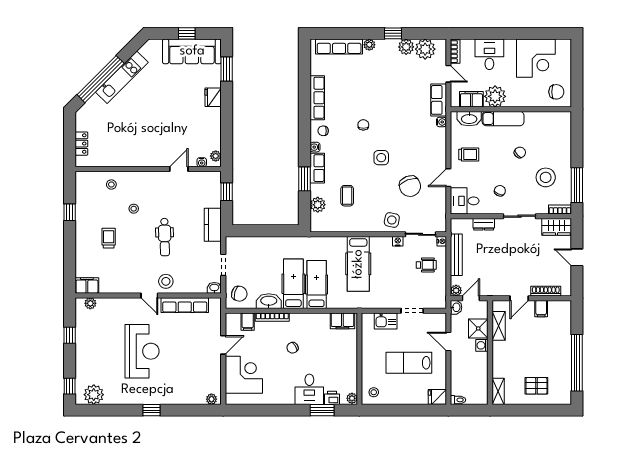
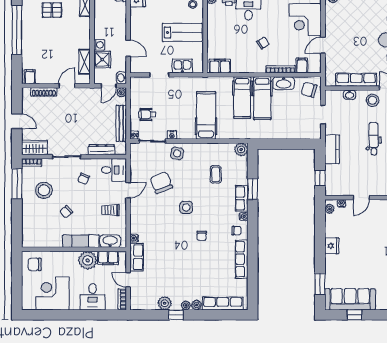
plant: (425, 49) -> (186, 305), moved, width x0.53, depth x0.53
fridge: (213, 97) -> (332, 246), moved
plant: (318, 205) -> (241, 150), moved
dresser: (484, 224) -> (102, 150), width x1.44
washbasin: (214, 288) -> (350, 95), moved
filing cabinet: (541, 309) -> (30, 77), moved
lab bench: (409, 363) -> (182, 32), moved

